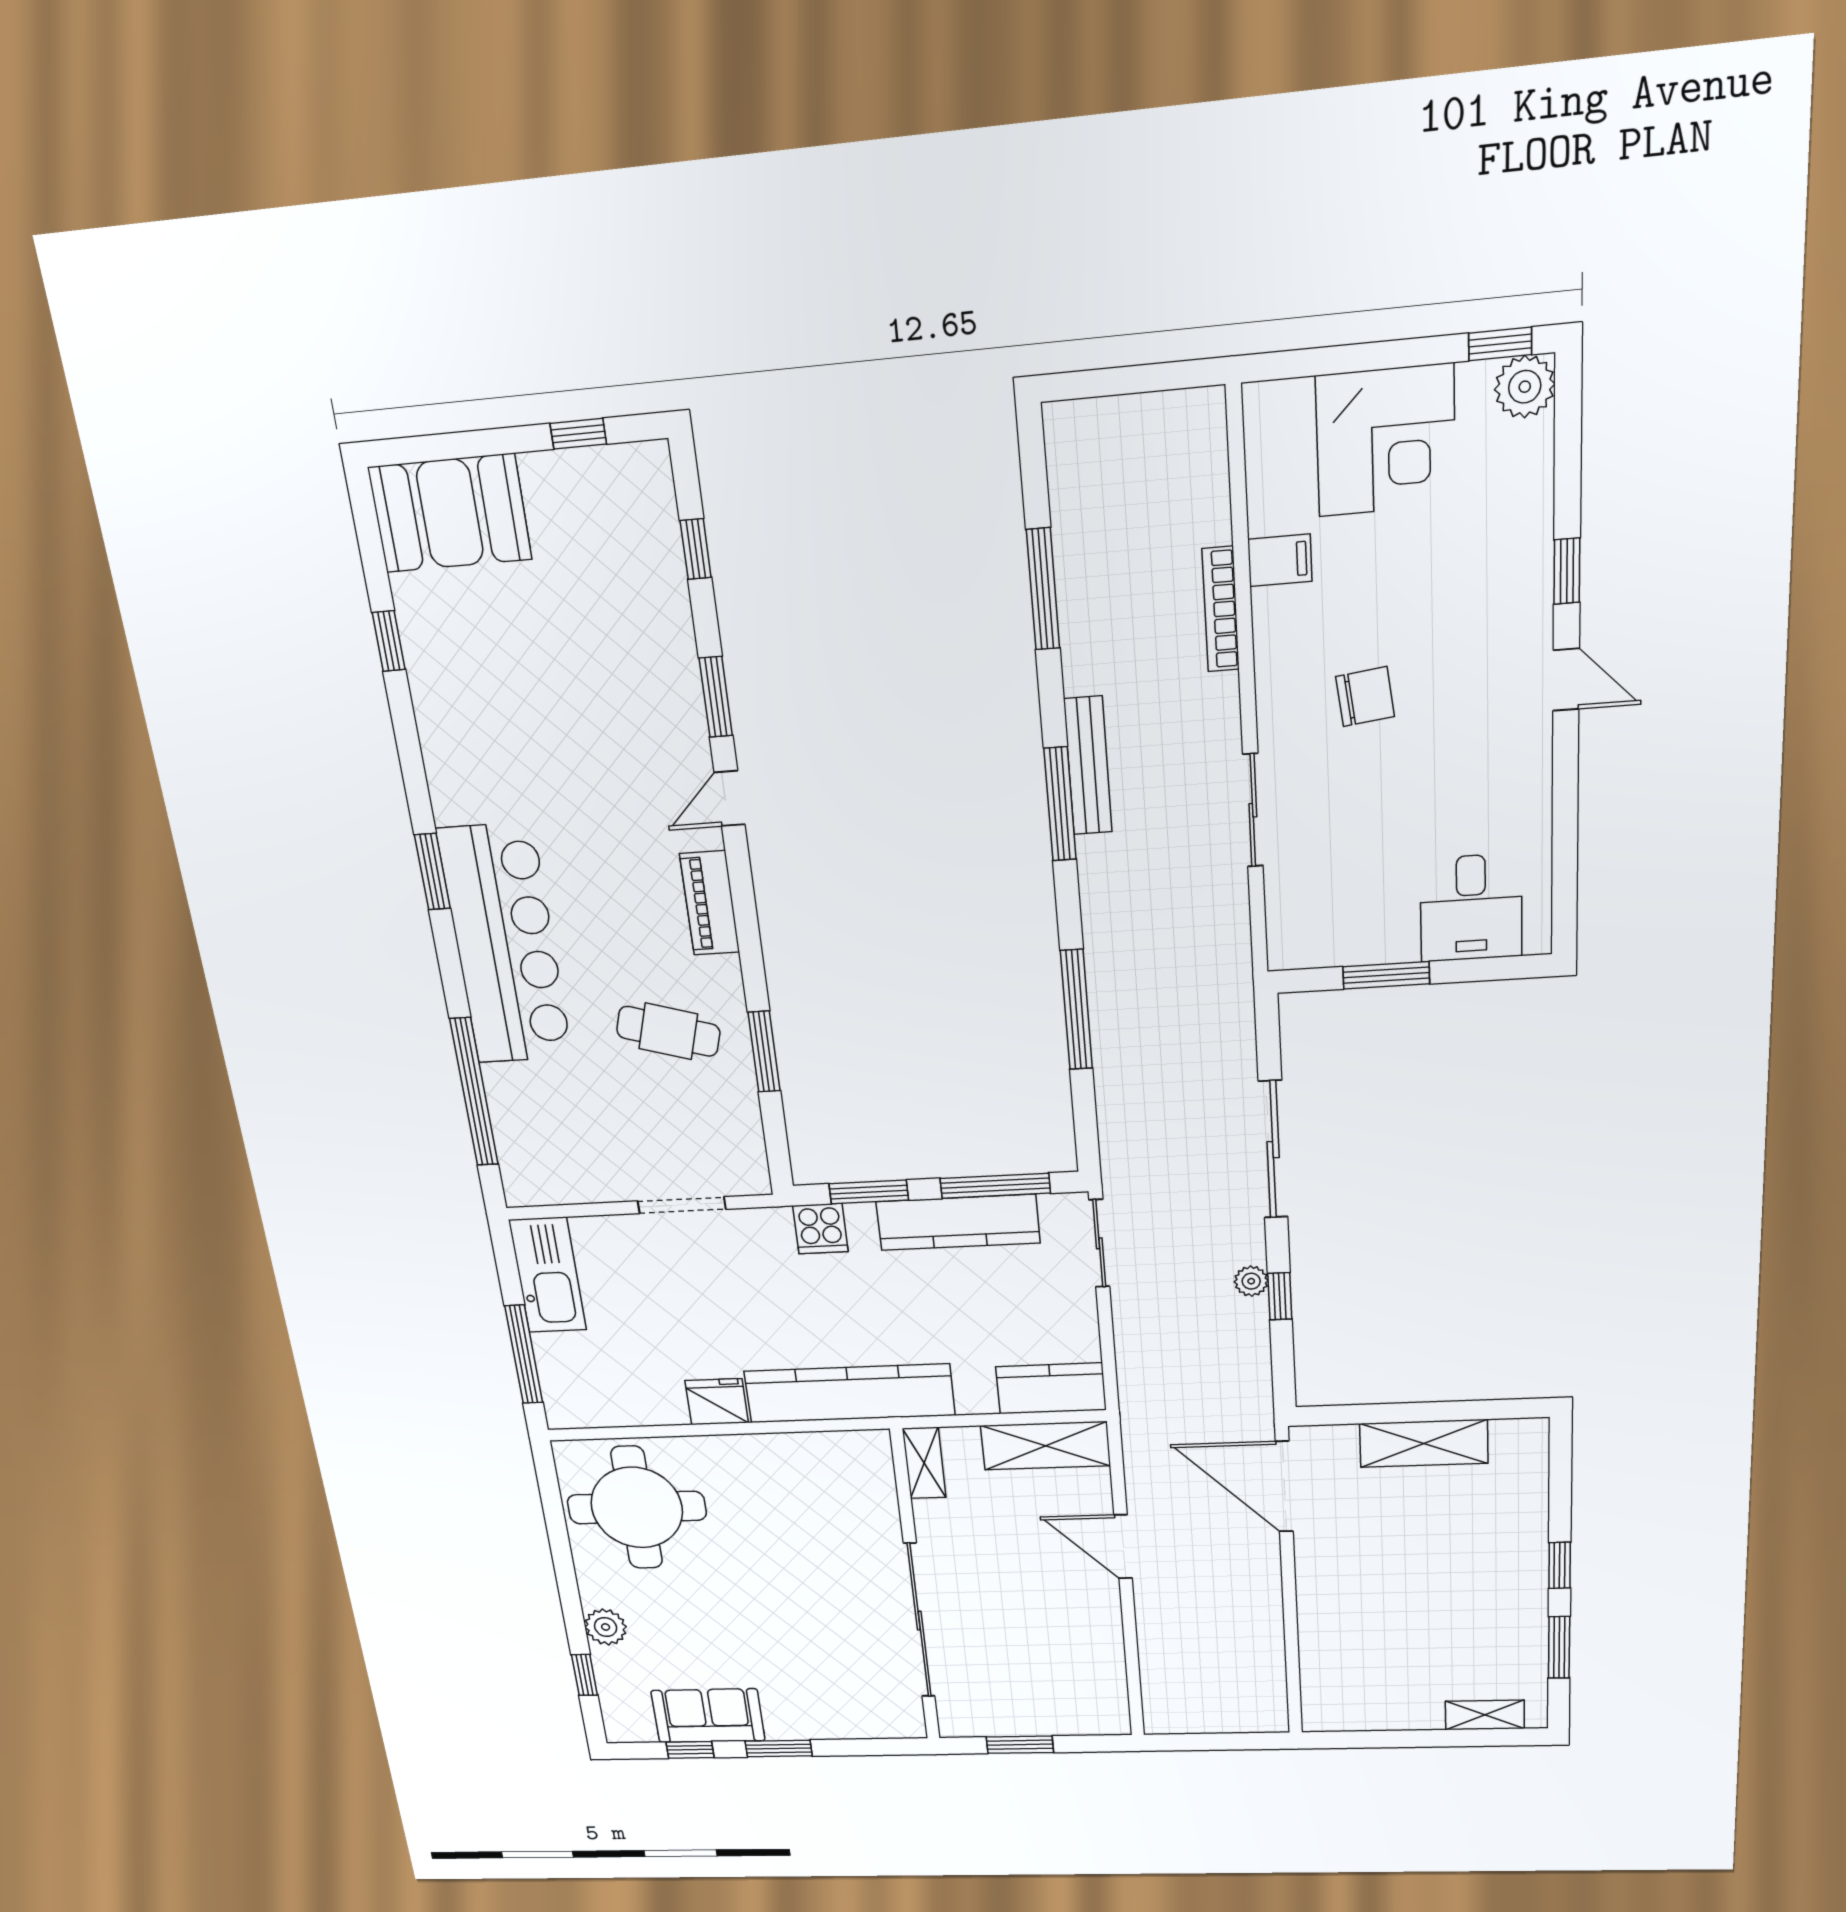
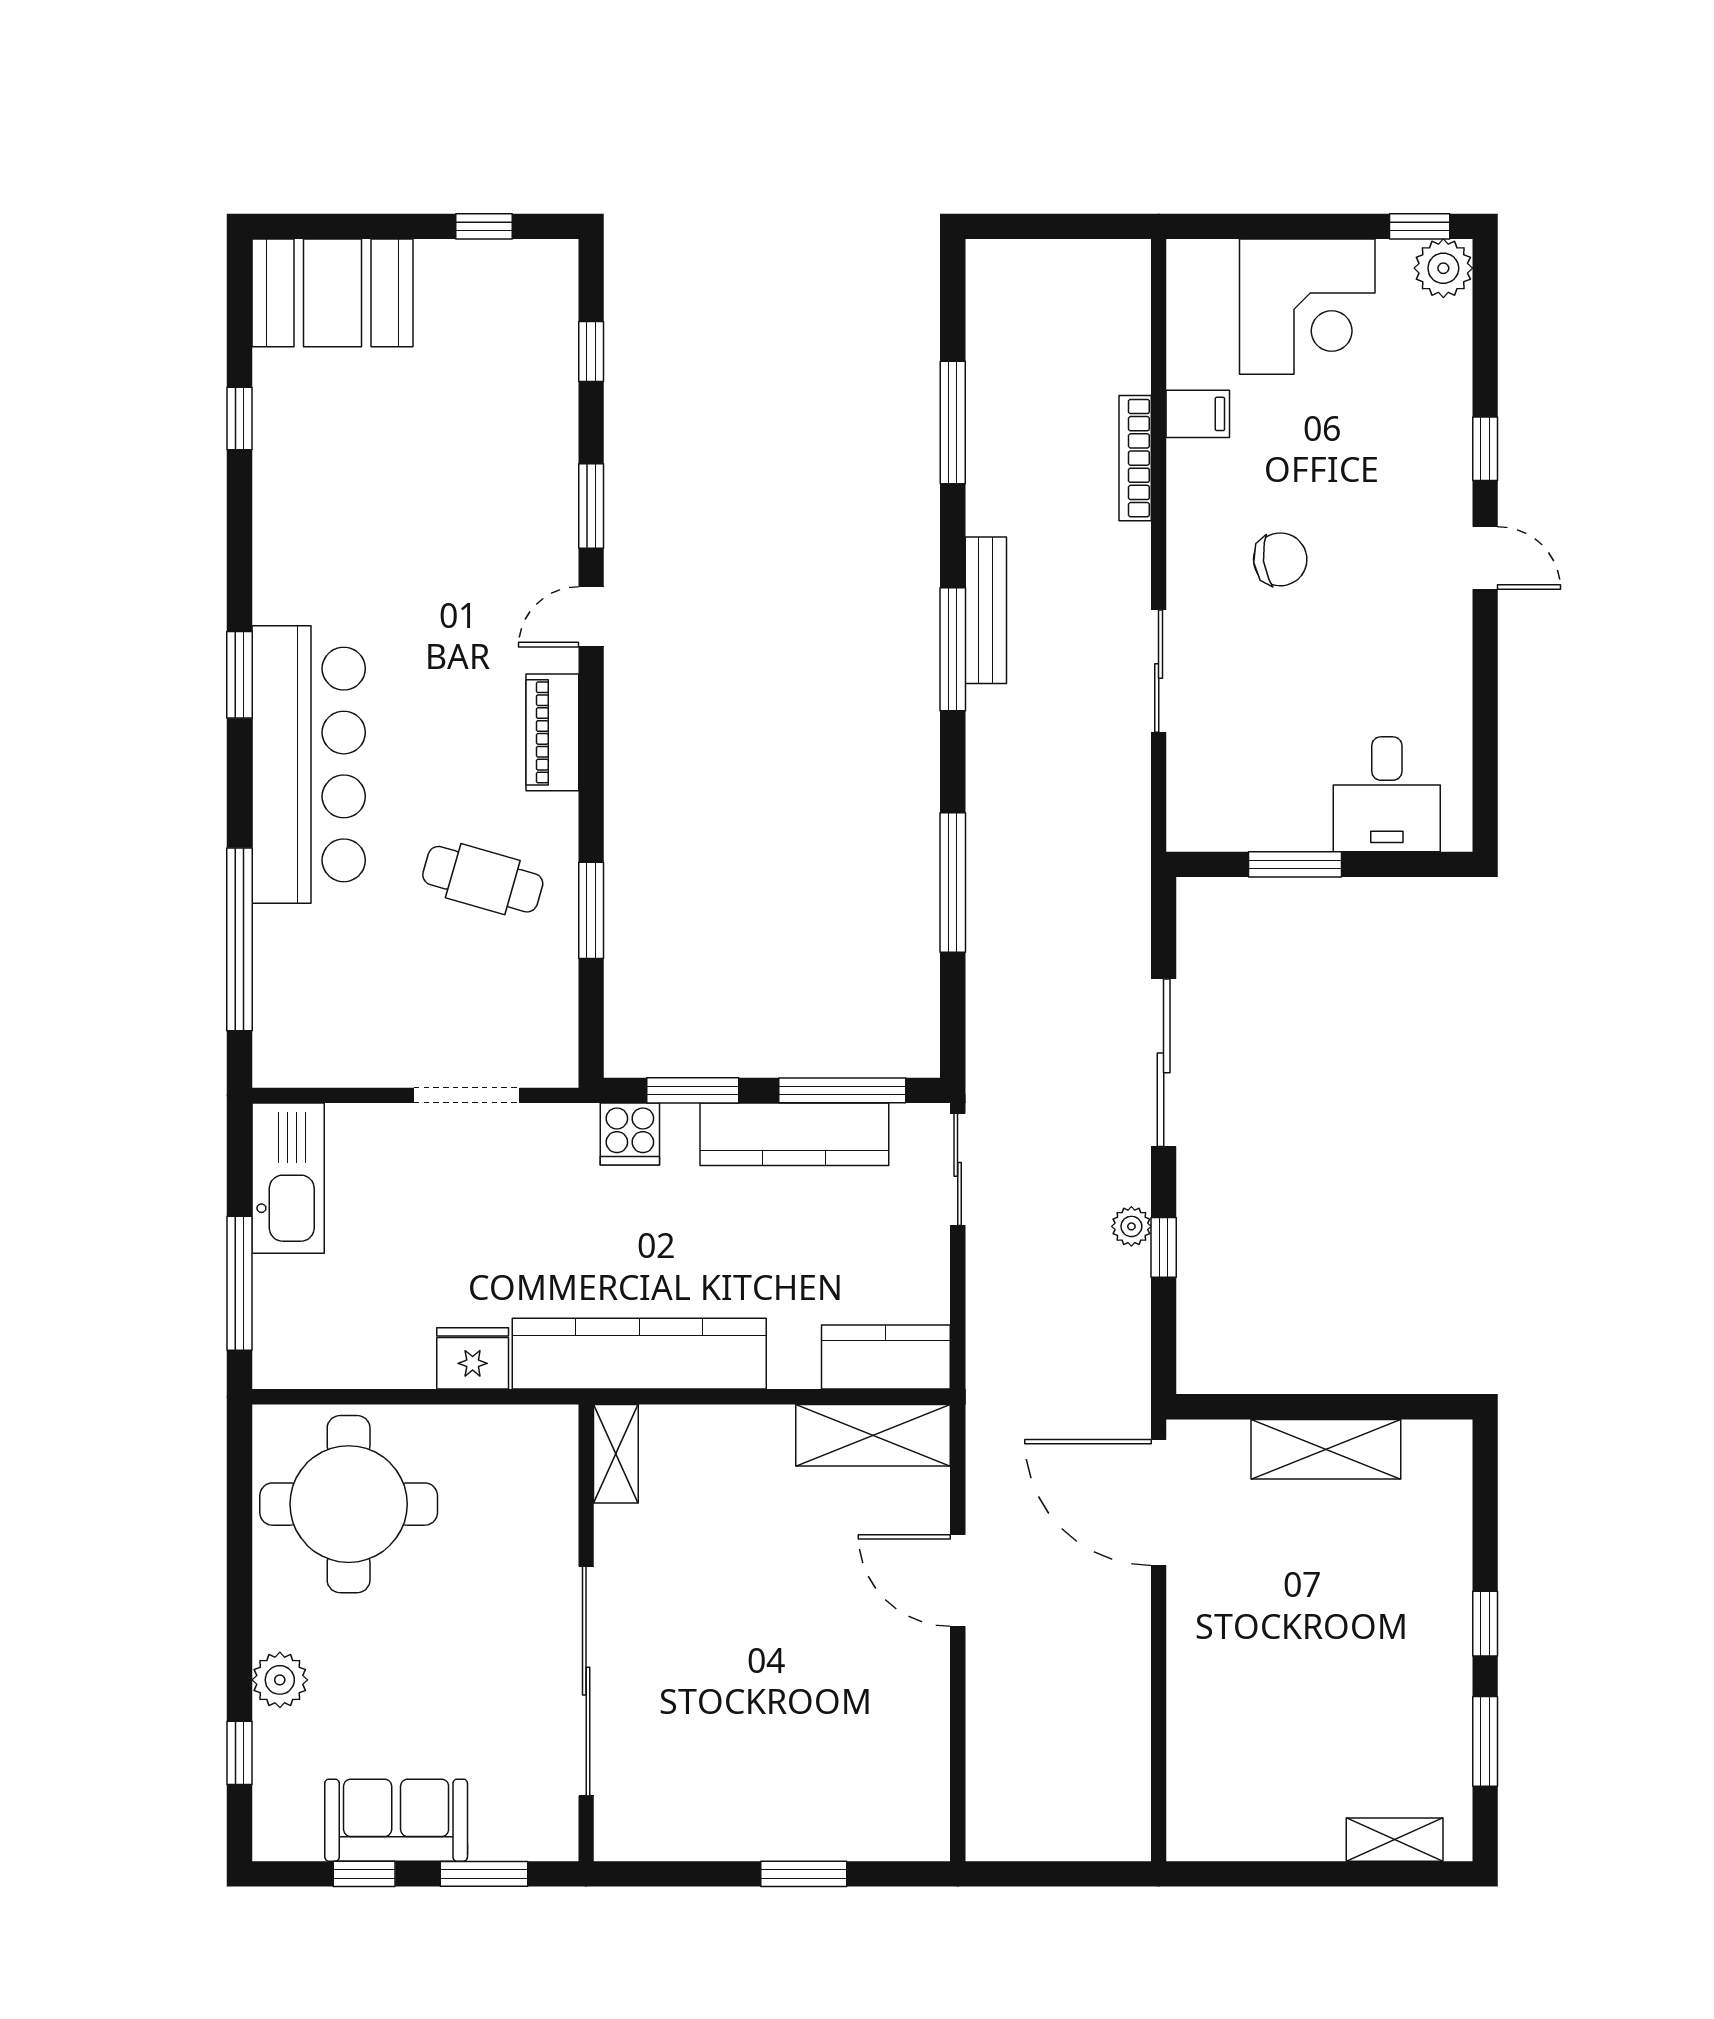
shelving: (924, 1463) -> (616, 1454), moved
wall: (915, 1588) -> (586, 1633), moved
sliding door: (919, 1621) -> (586, 1681), moved

